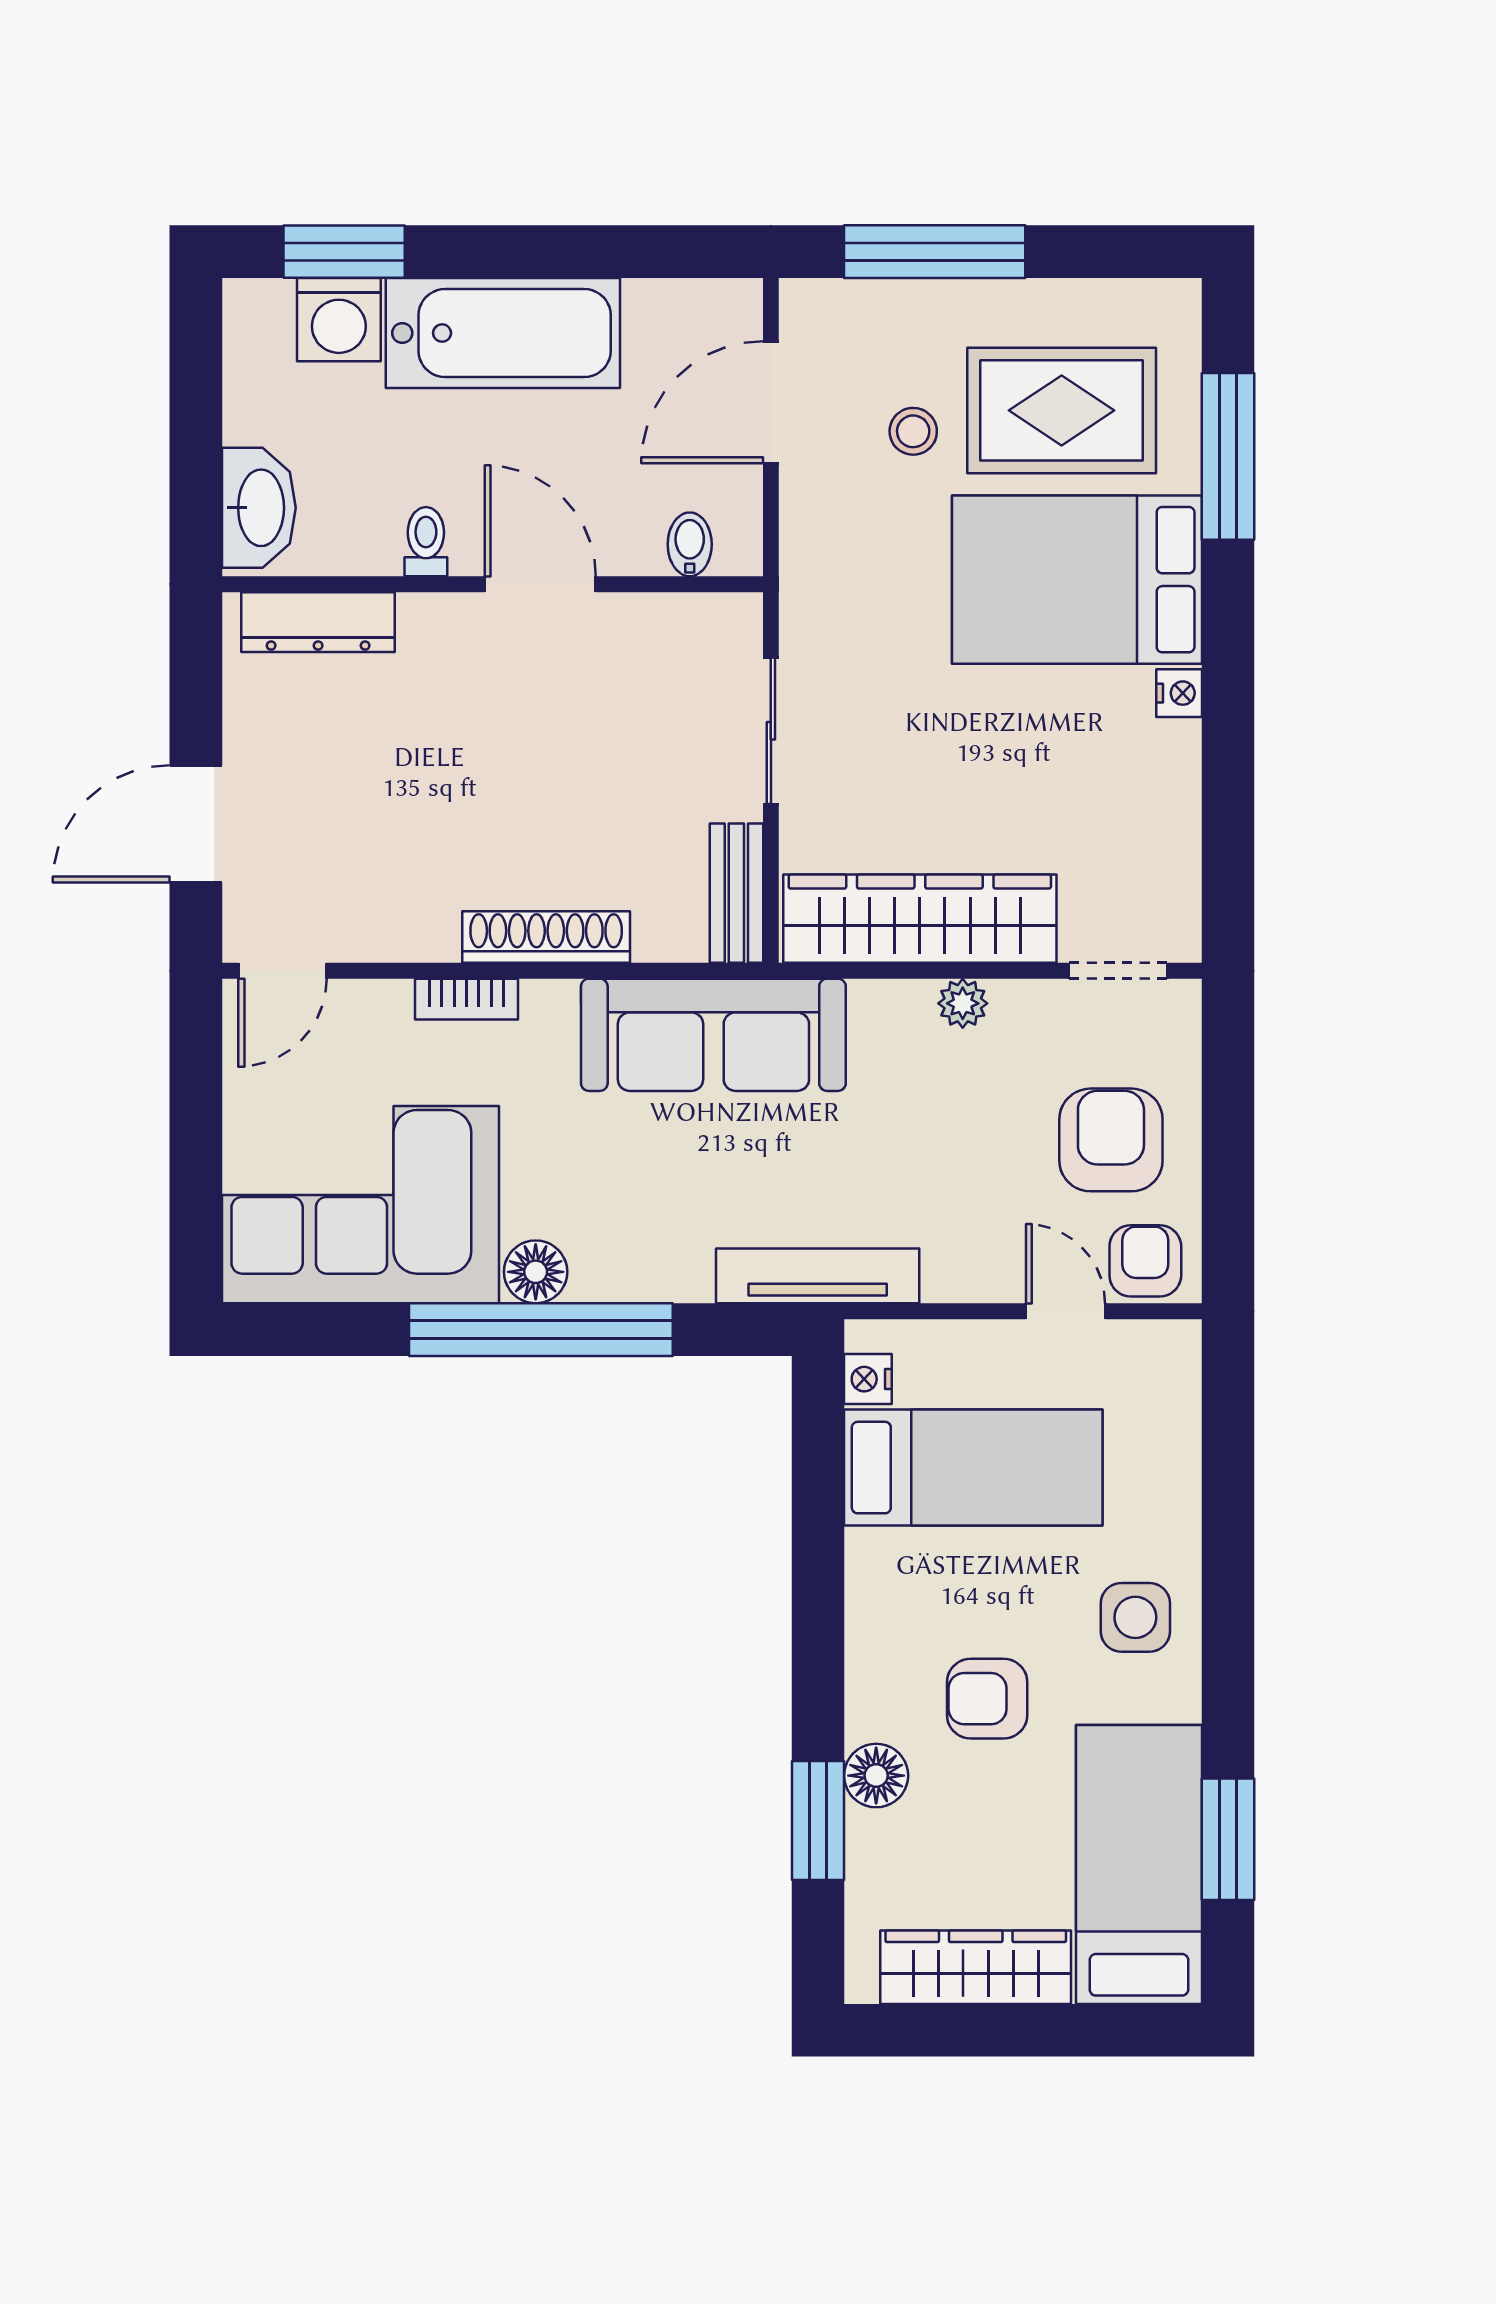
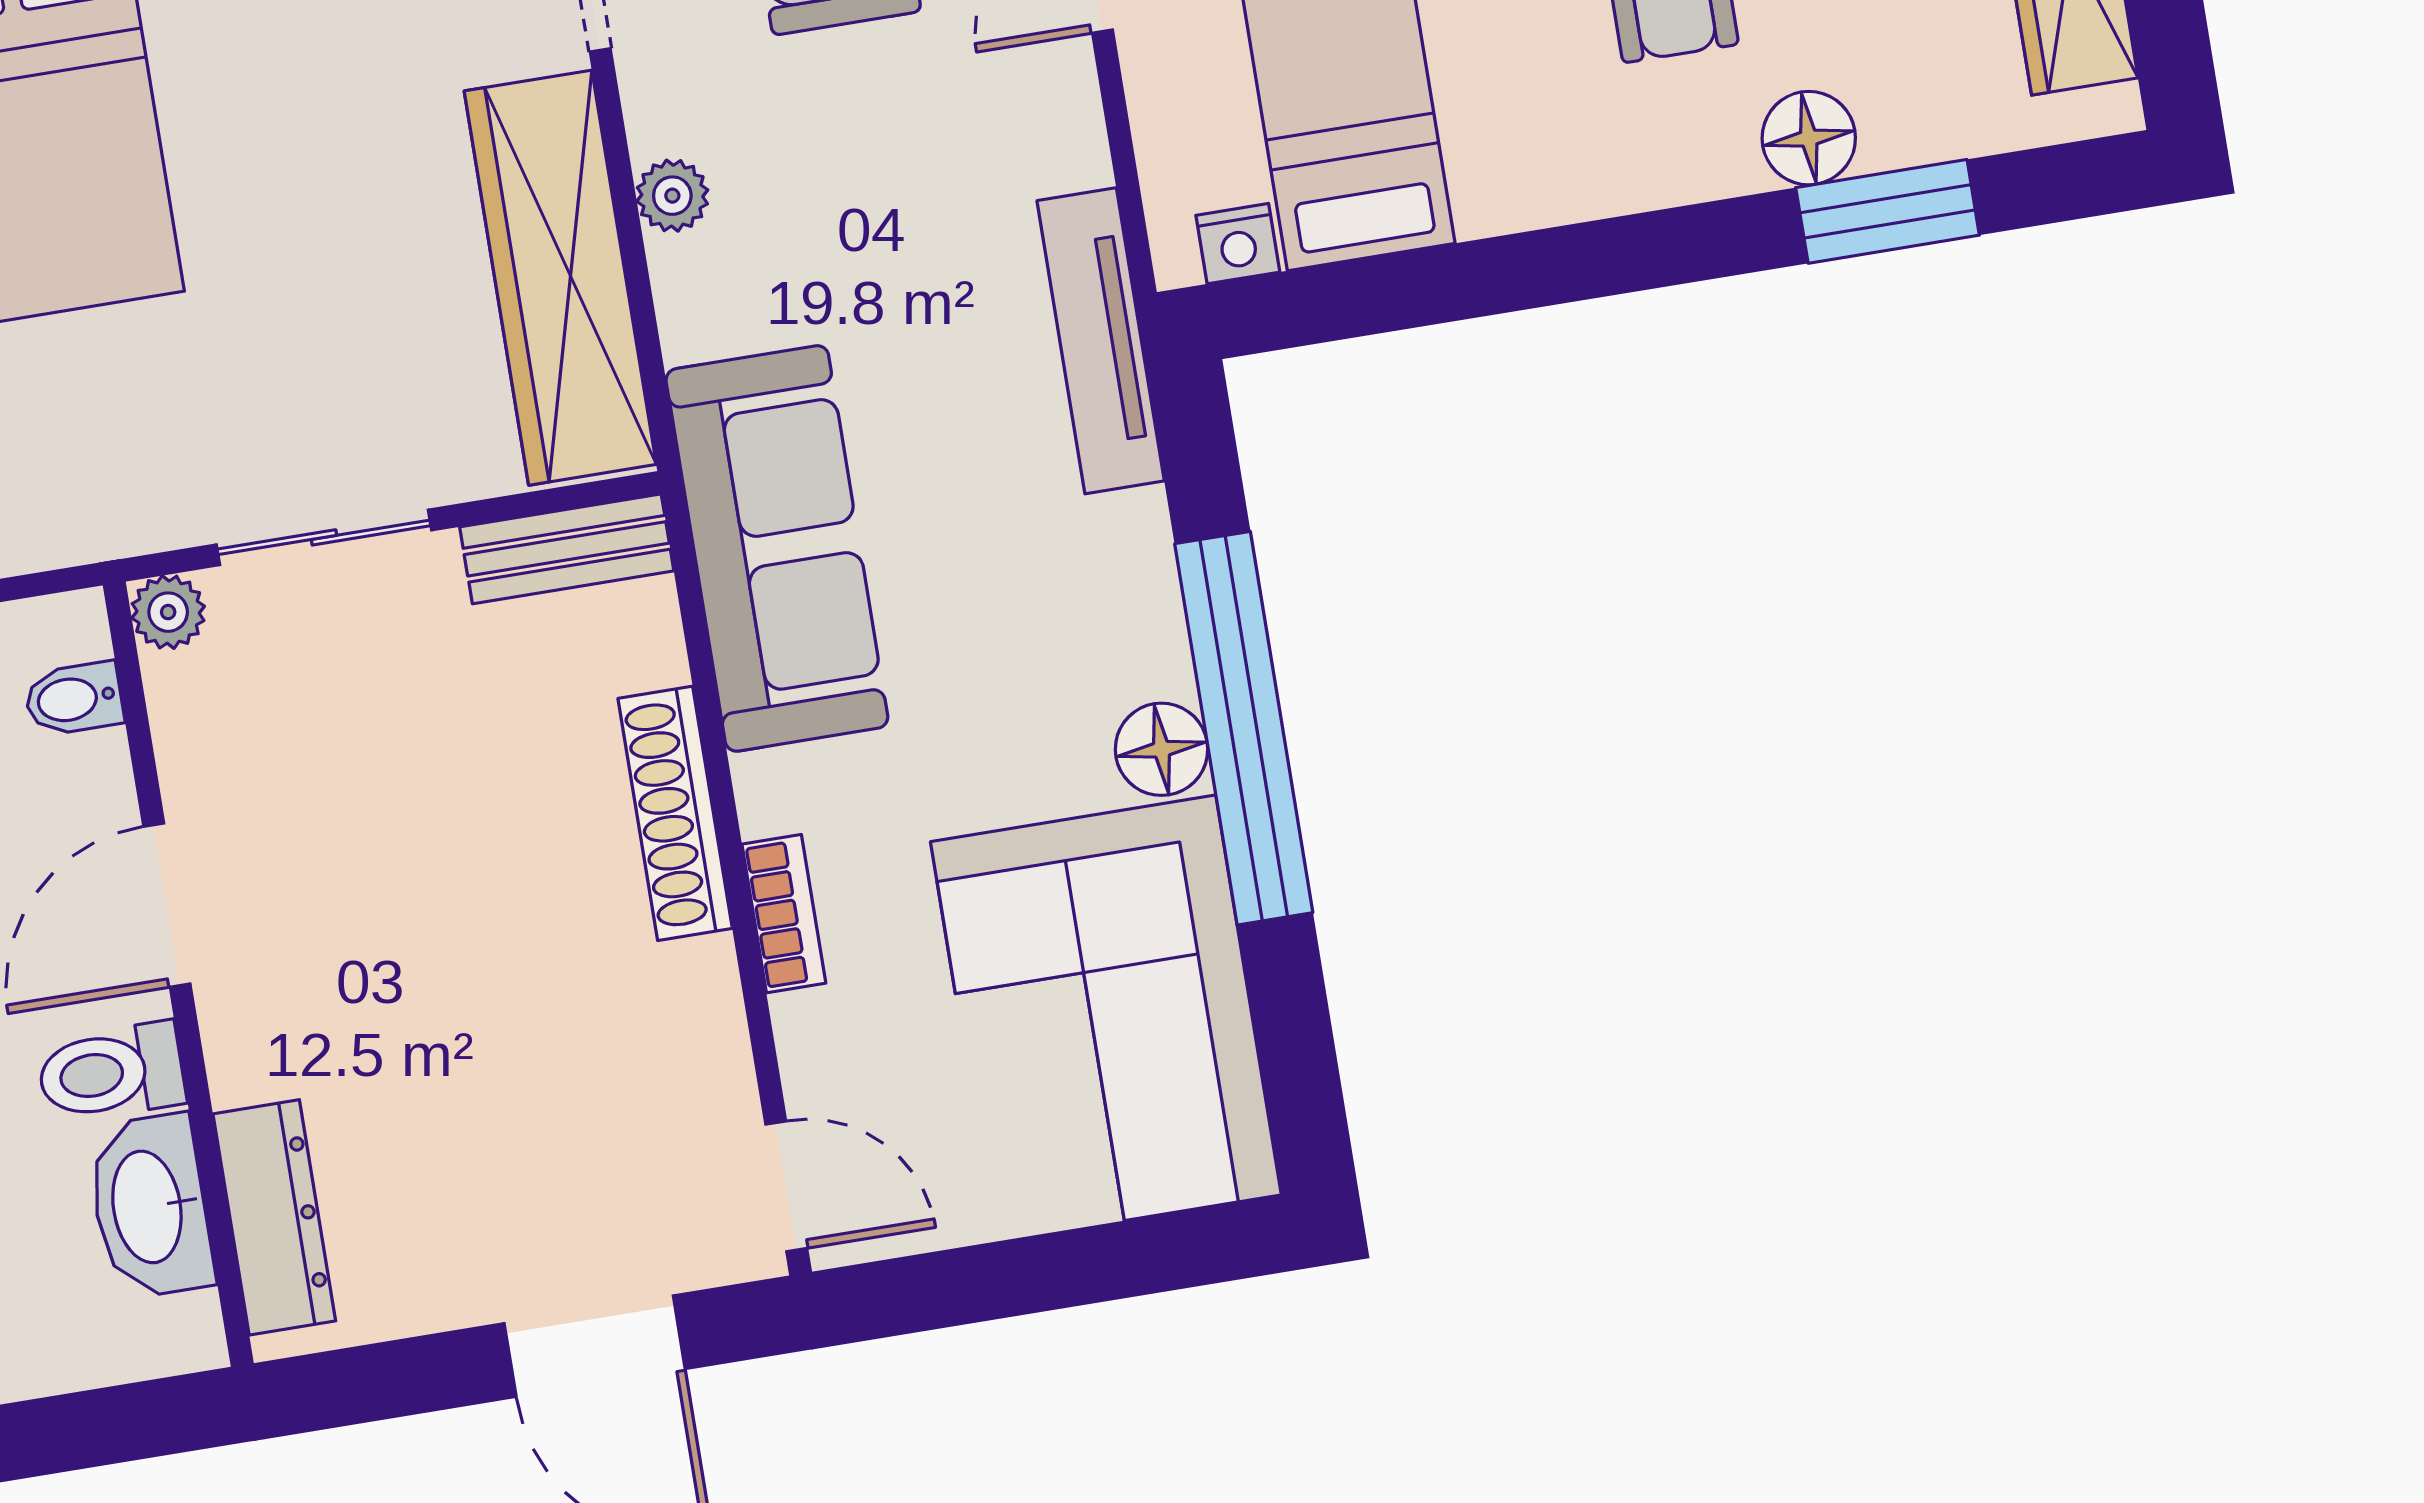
washbasin: (259, 508) -> (150, 1206), moved, turned -90
toilet: (426, 542) -> (111, 1072), width x1.37, depth x1.39
plant: (738, 617) -> (168, 612), added

